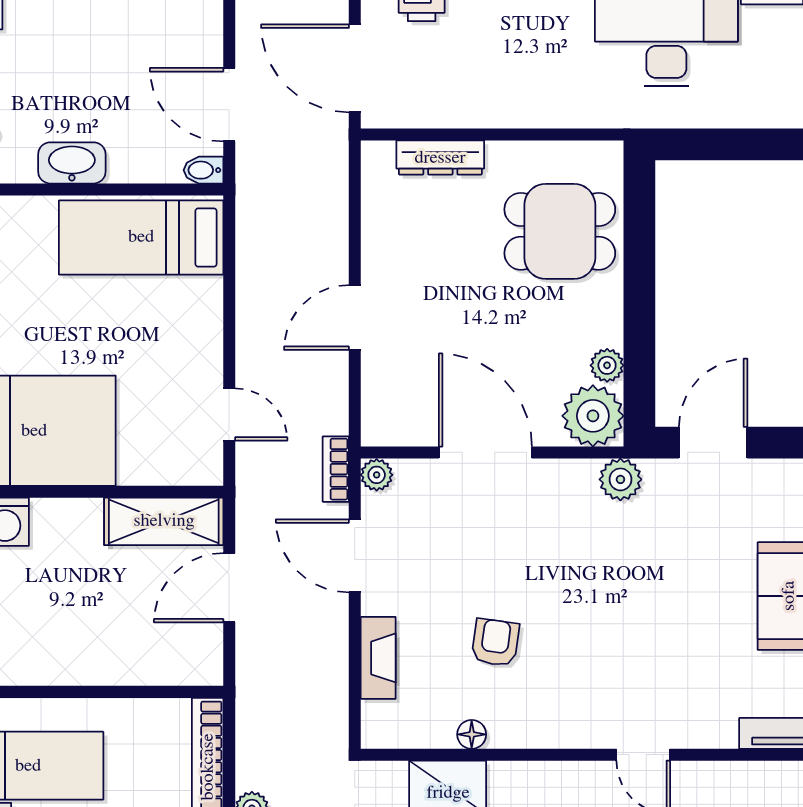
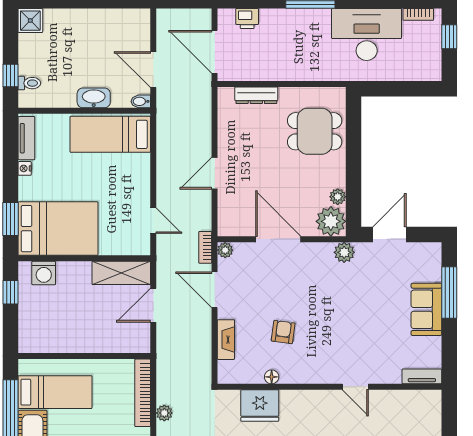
washbasin: (72, 163) -> (94, 98), moved

